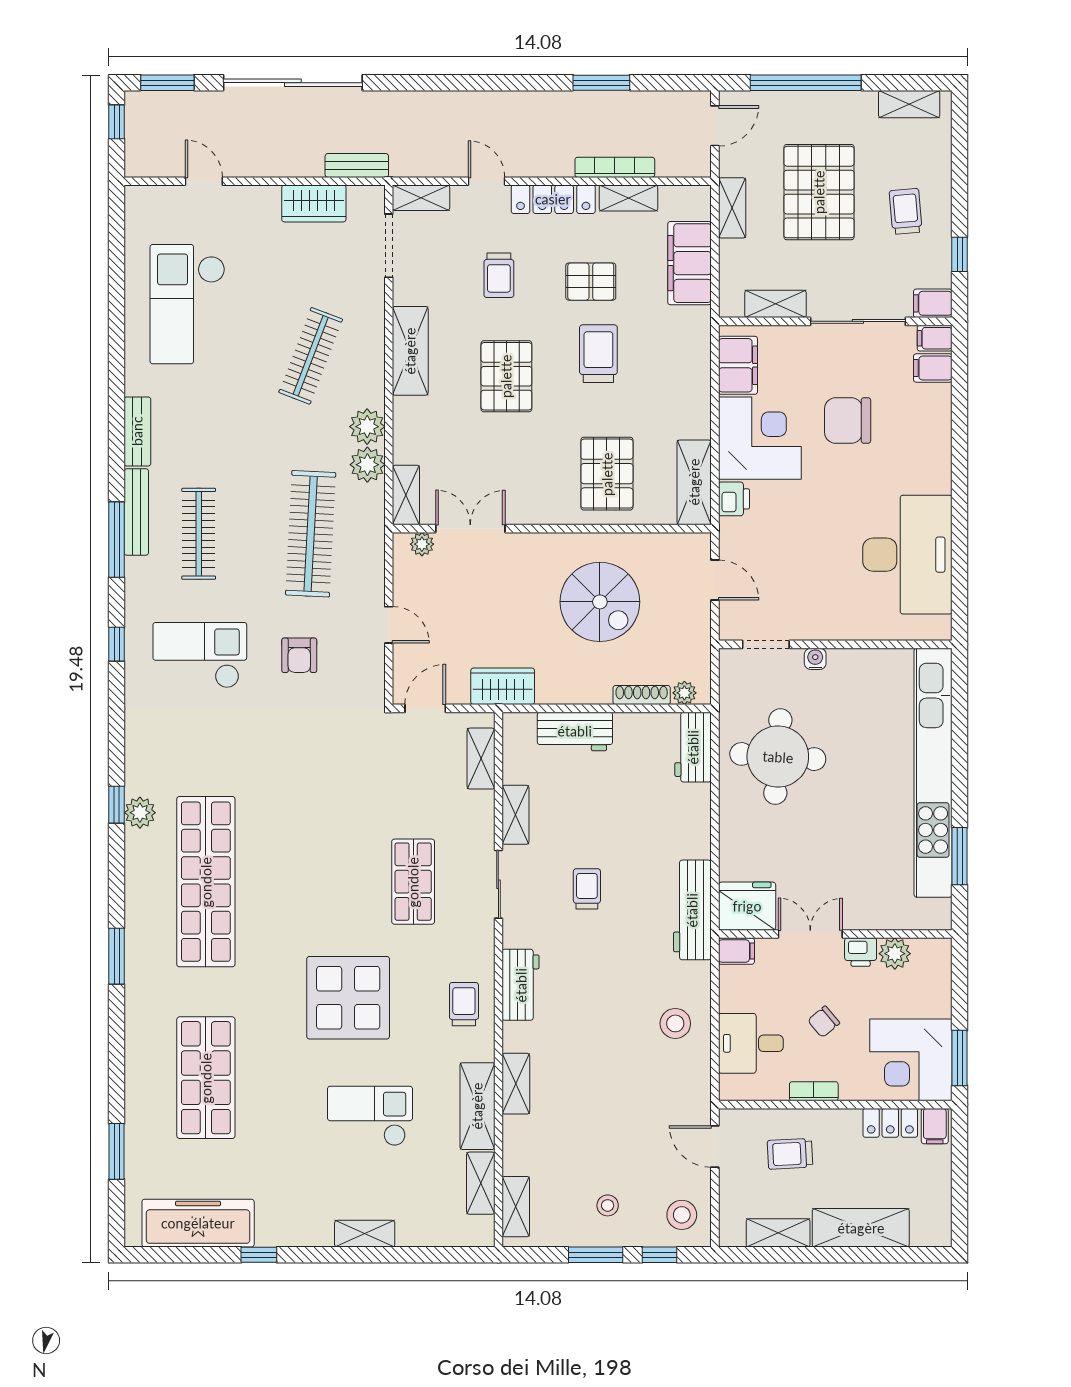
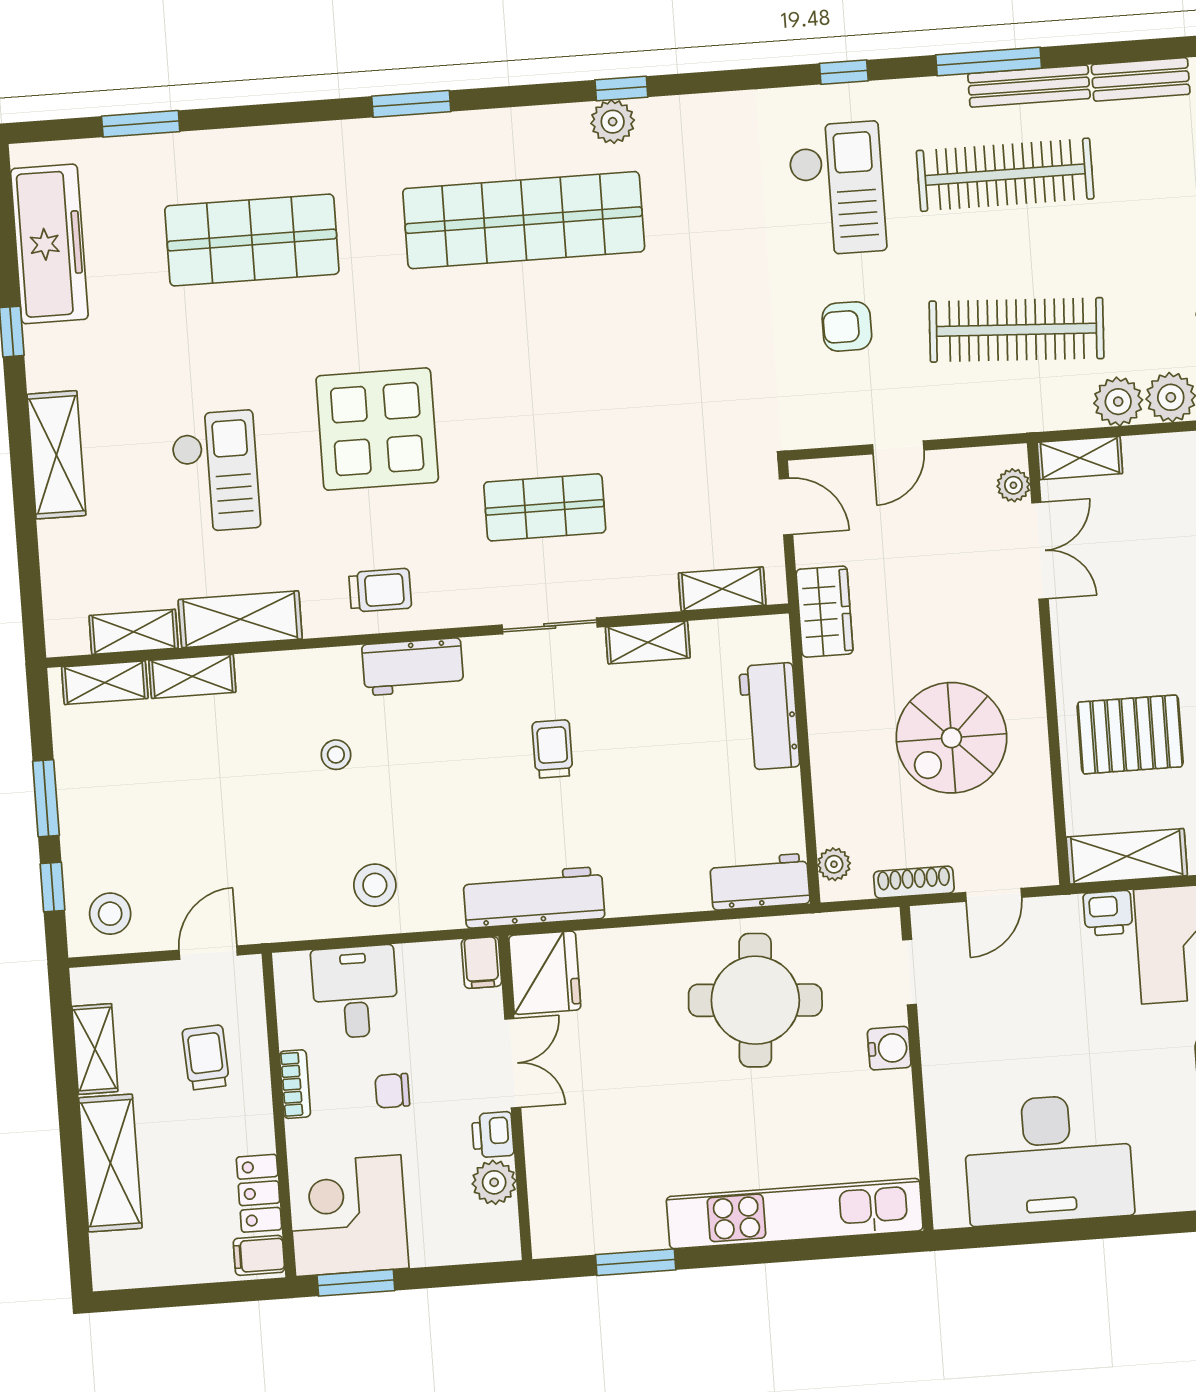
clothes rail: (199, 534) -> (1005, 175), width x1.37, depth x1.31
water cooler: (815, 659) -> (889, 1048), width x1.38, depth x1.38
shoe rack: (642, 695) -> (914, 882), moved, turned -90
kitchen unit: (933, 773) -> (795, 1214), width x0.73
trolley: (587, 889) -> (552, 749), turned -90
chair: (824, 1022) -> (392, 1091), turned -50
shelving: (516, 1084) -> (192, 676), moved
stool: (608, 1205) -> (336, 755), moved
shelving: (365, 1234) -> (56, 455), width x1.50, depth x1.33

